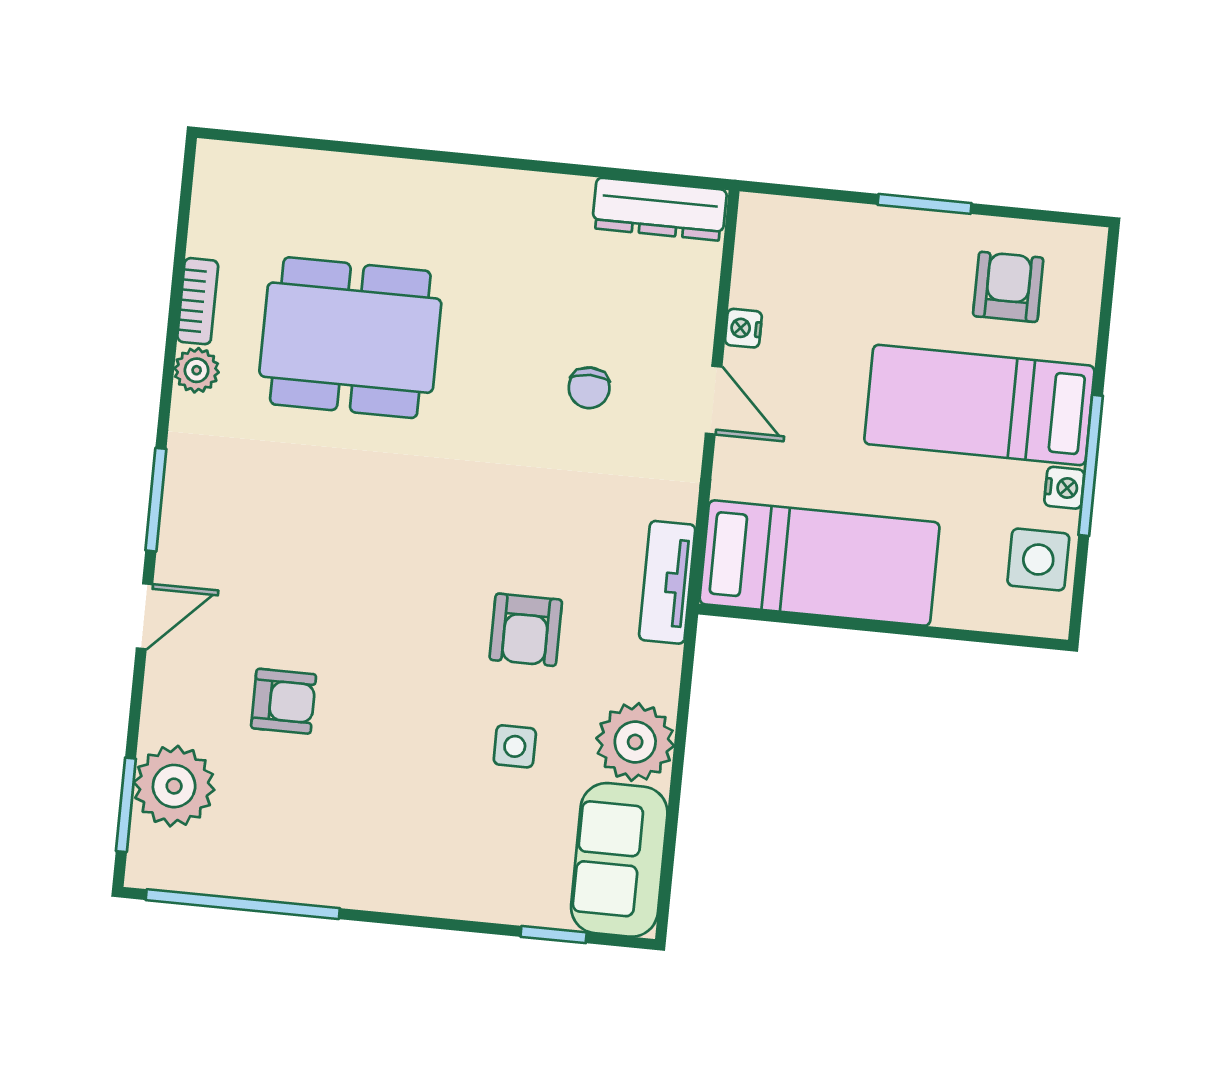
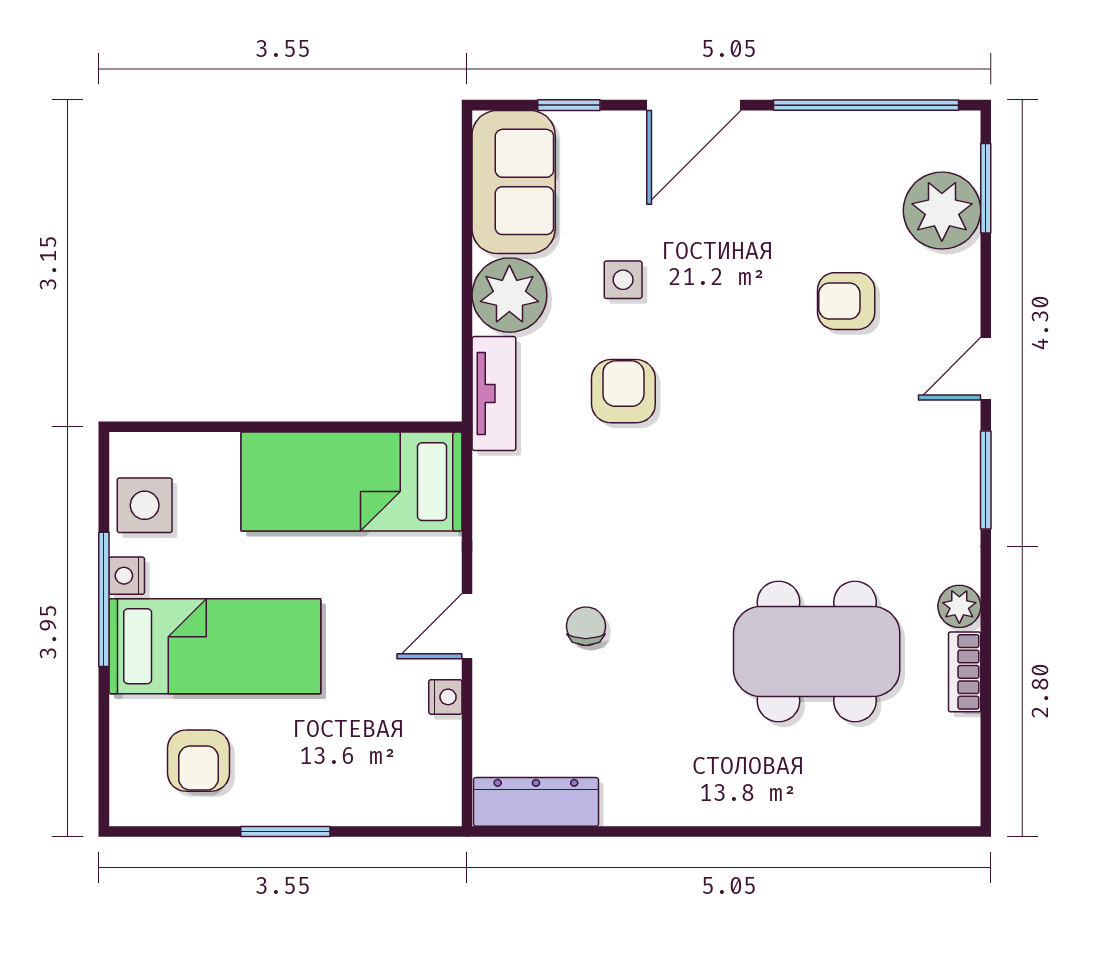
door: (714, 400) -> (467, 626), hinge flipped
tv unit: (667, 582) -> (494, 393), moved
door: (423, 922) -> (694, 105), added

